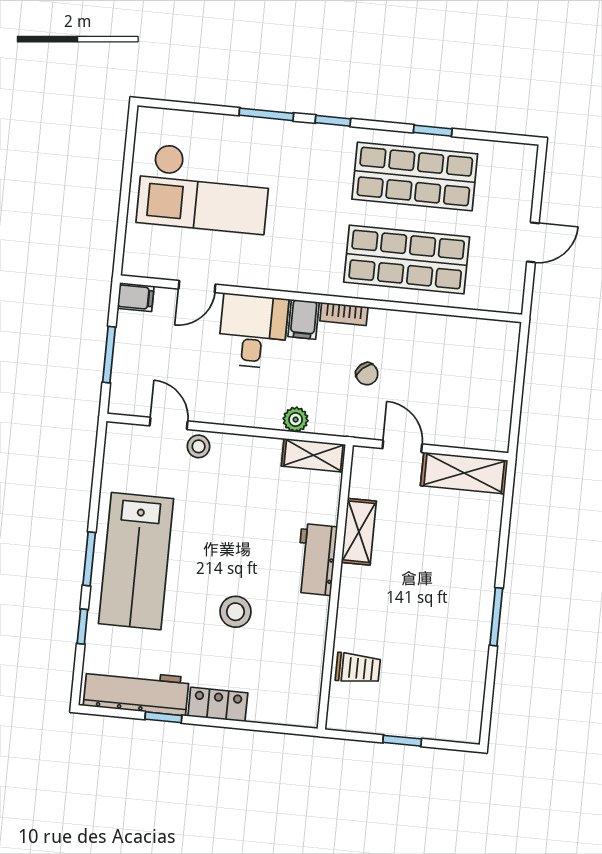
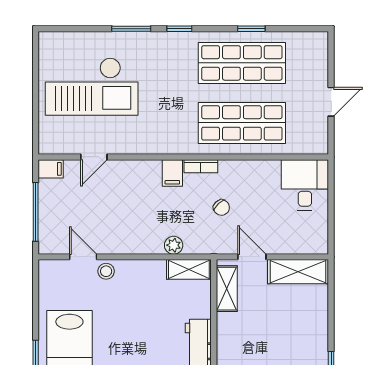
desk: (253, 331) -> (305, 185), moved
window: (109, 355) -> (36, 212), width x1.44
shelving: (359, 532) -> (227, 289), moved

